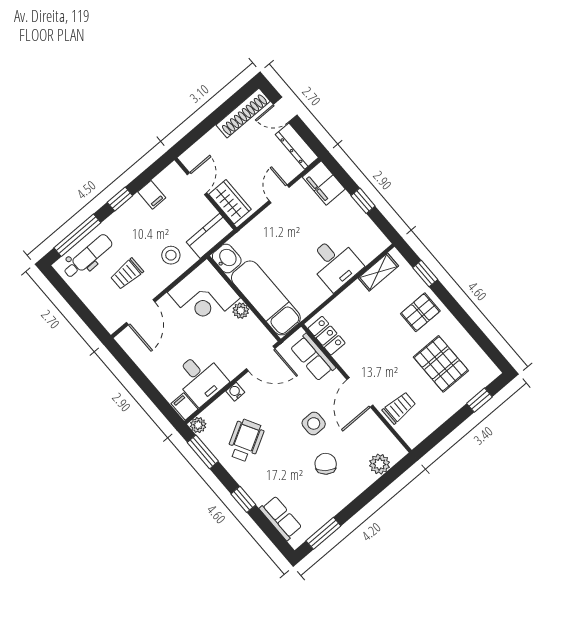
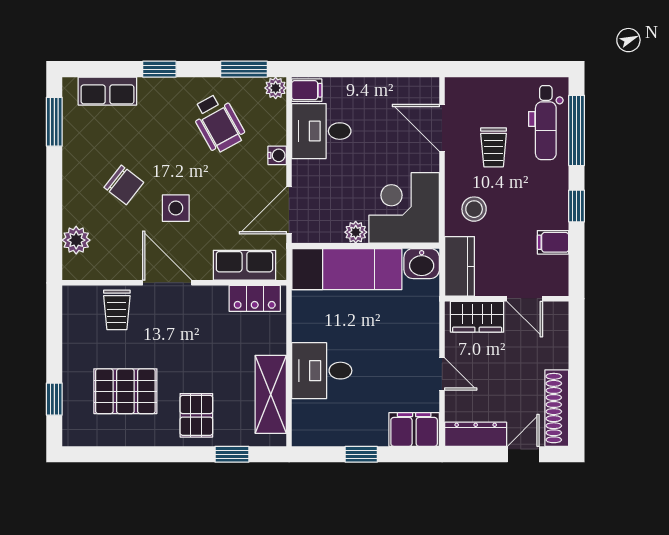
shelving: (378, 272) -> (271, 394), width x1.50, depth x1.33
trolley: (127, 274) -> (494, 147), turned 180

